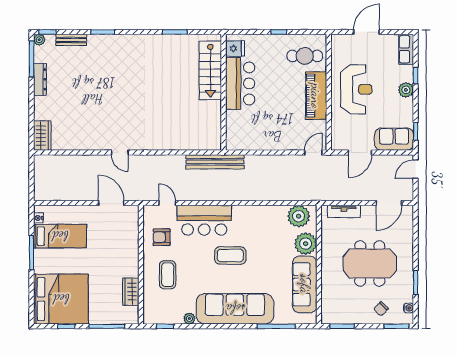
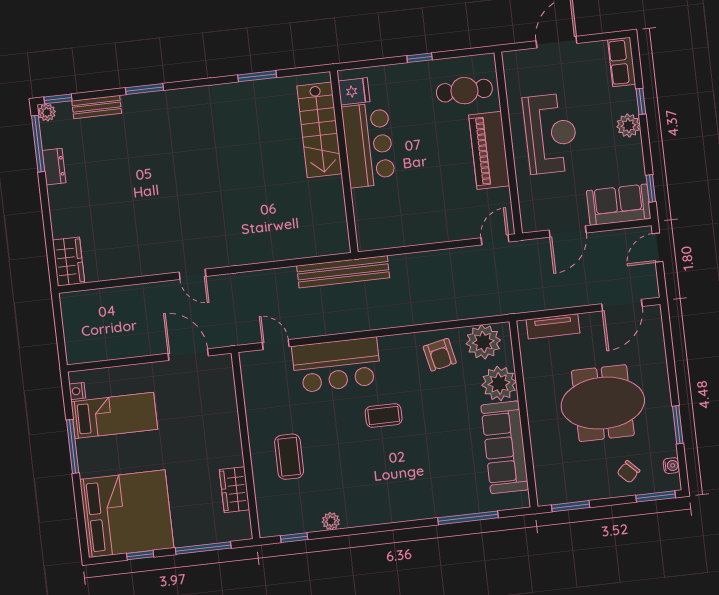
dresser: (40, 79) -> (54, 167), width x0.70
armchair: (162, 237) -> (440, 355), moved, turned -102
coffee table: (230, 256) -> (384, 415), width x0.73, depth x0.77
sofa: (235, 309) -> (400, 498), removed

